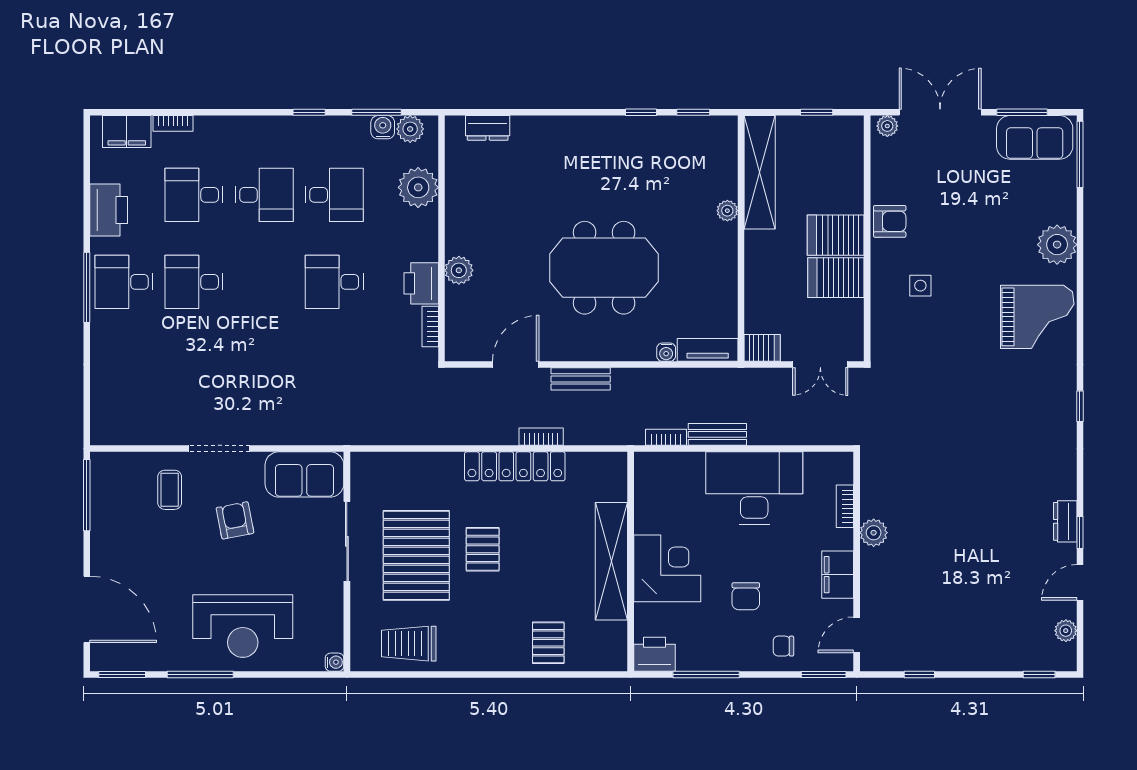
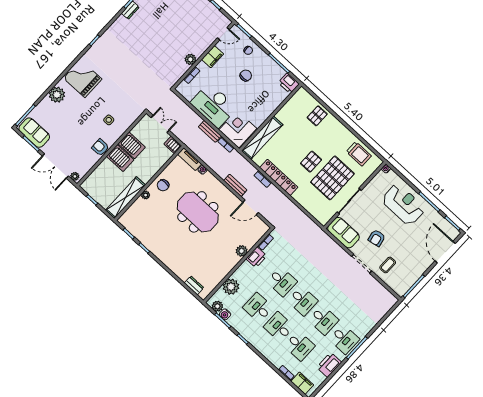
chair: (712, 258) -> (163, 185), added
desk: (264, 282) -> (303, 301), added
shelving: (611, 561) -> (262, 138), moved
corner desk: (667, 568) -> (238, 129), moved, turned 90

